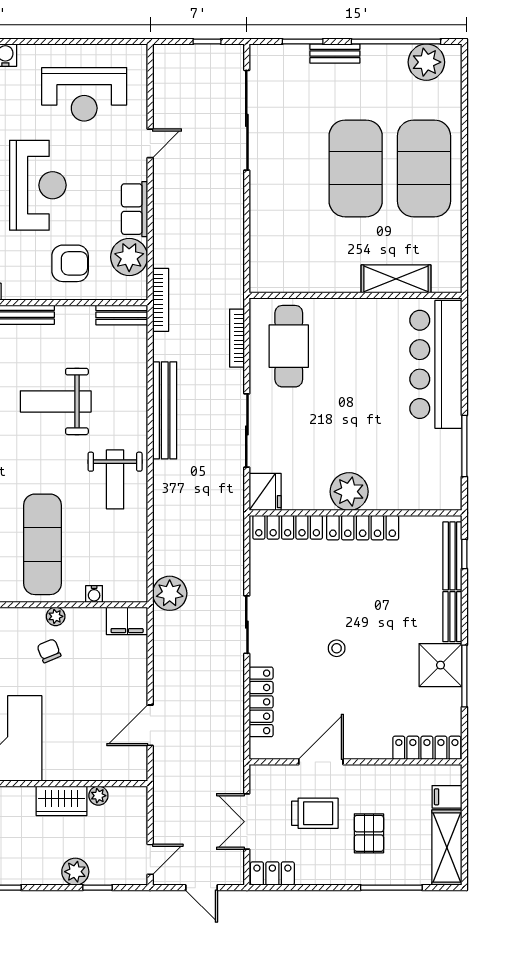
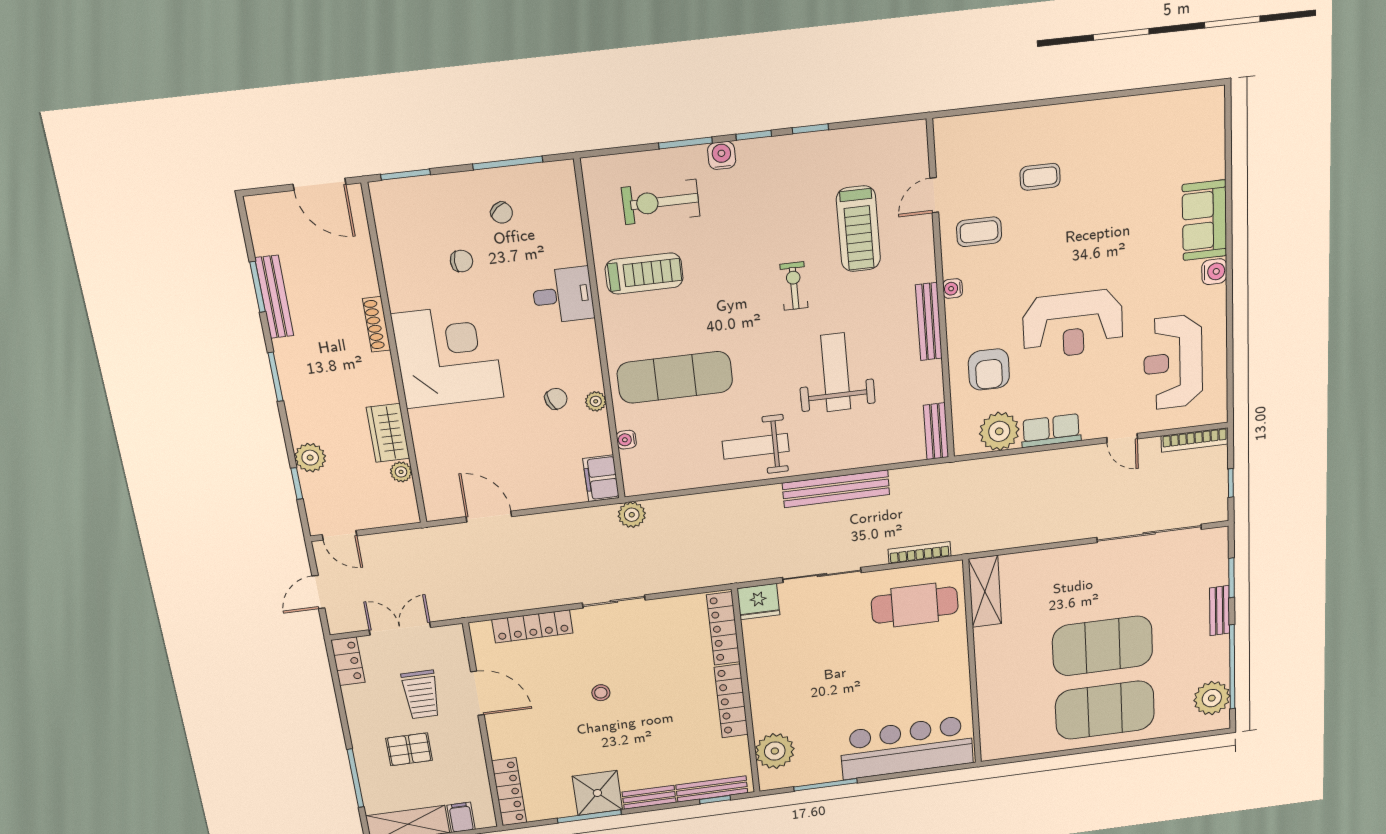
shelving: (396, 279) -> (985, 592), moved
bookcase: (161, 300) -> (1195, 440), moved
plant: (349, 492) -> (775, 751), moved
plant: (170, 593) -> (632, 515), width x0.73, depth x0.73

